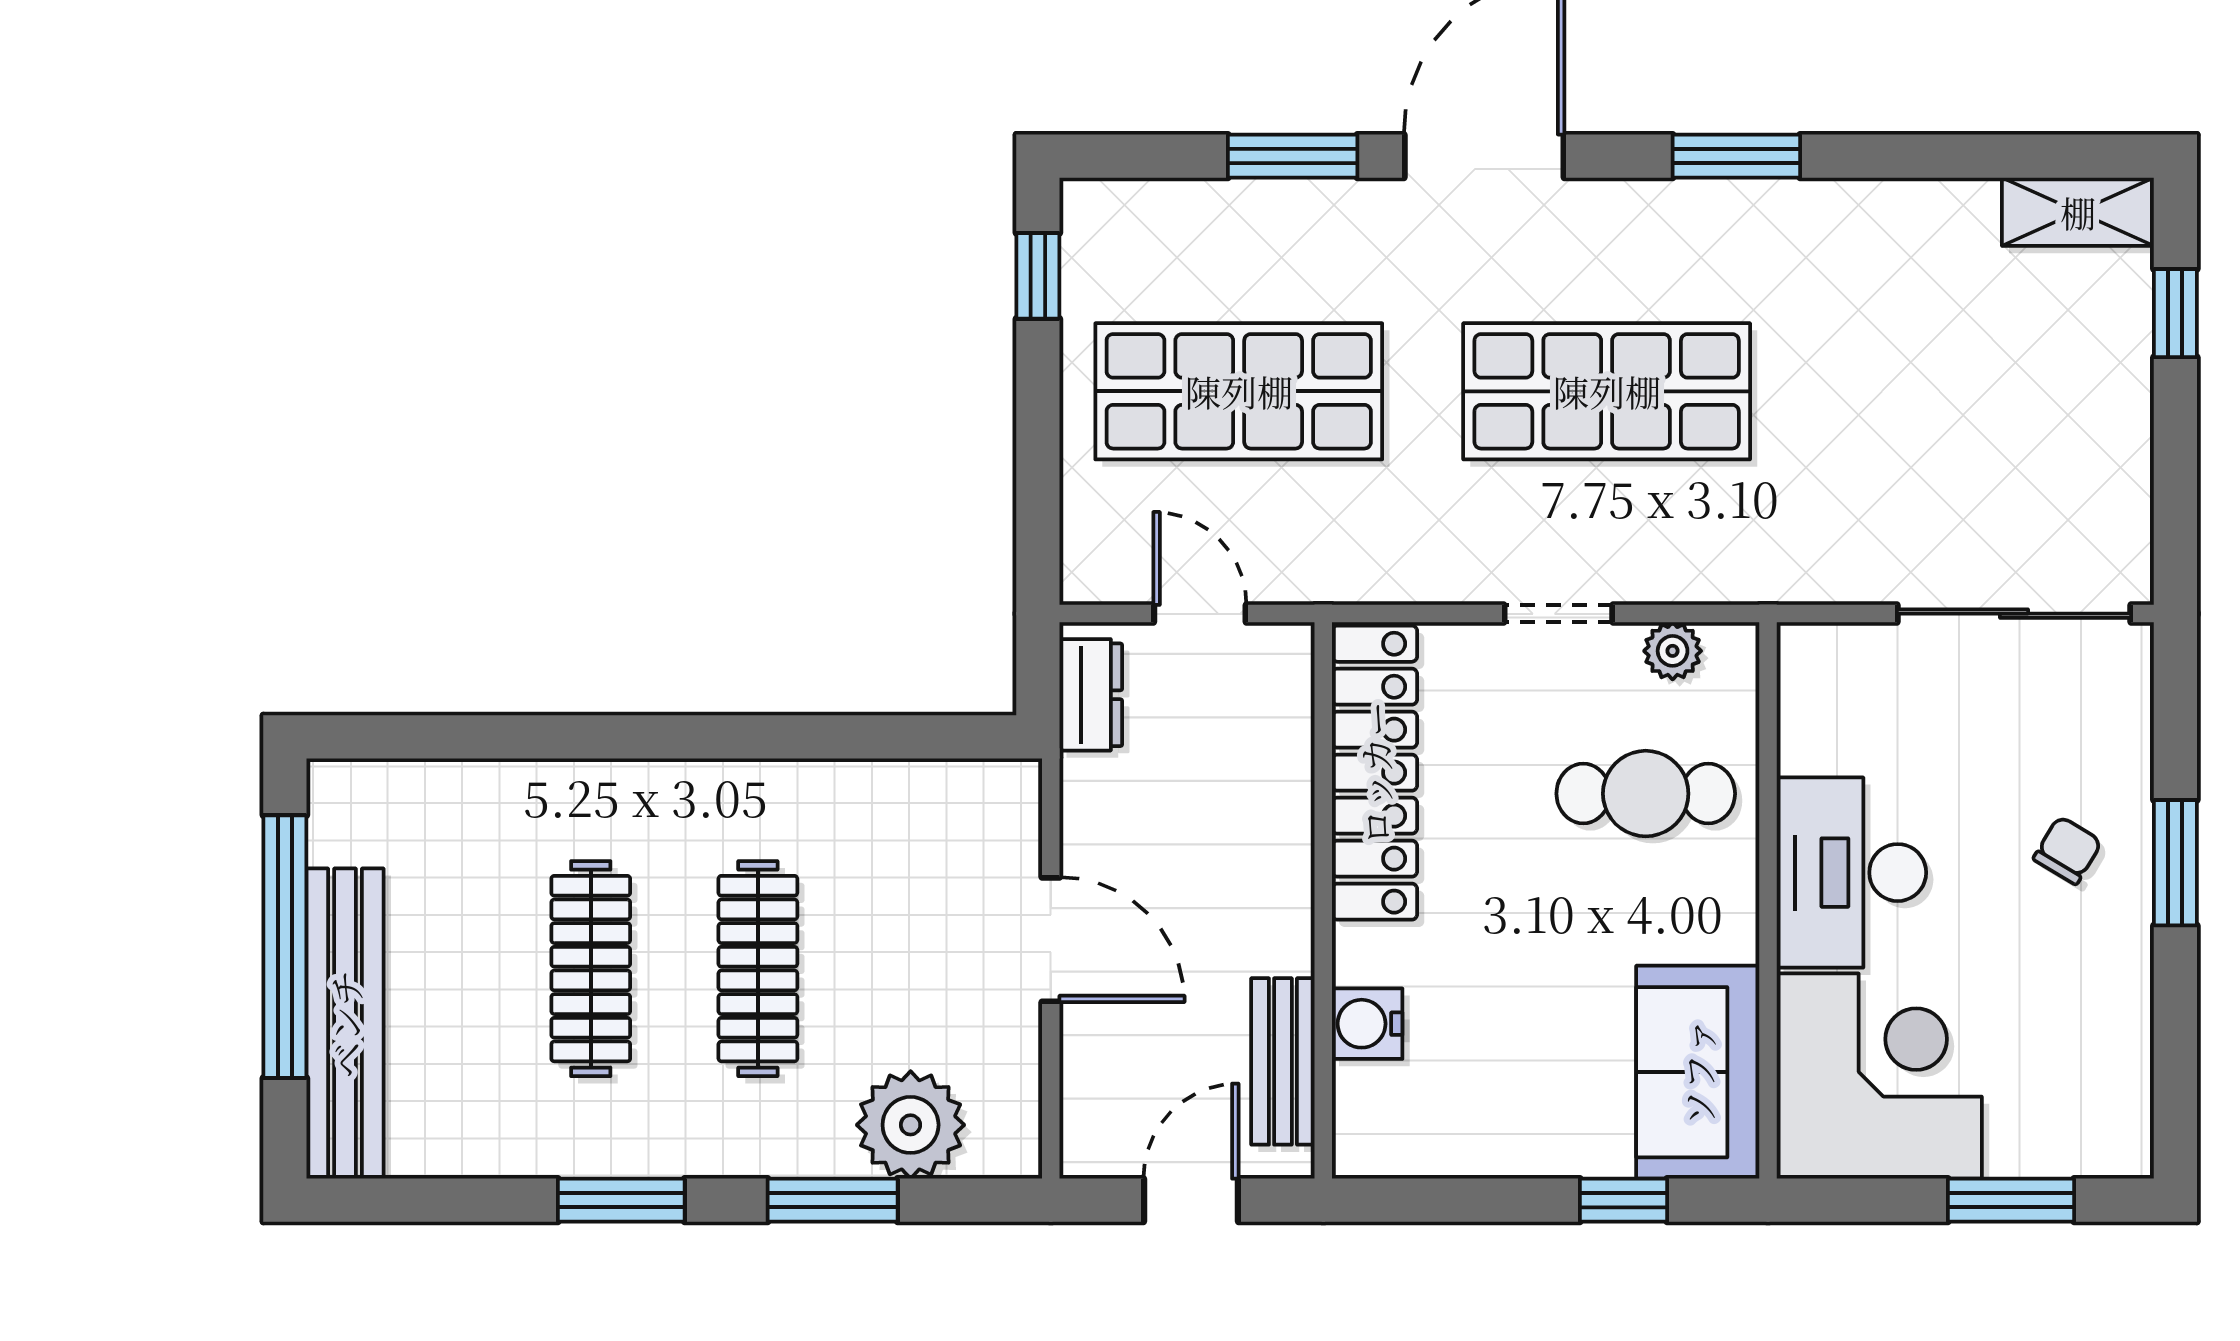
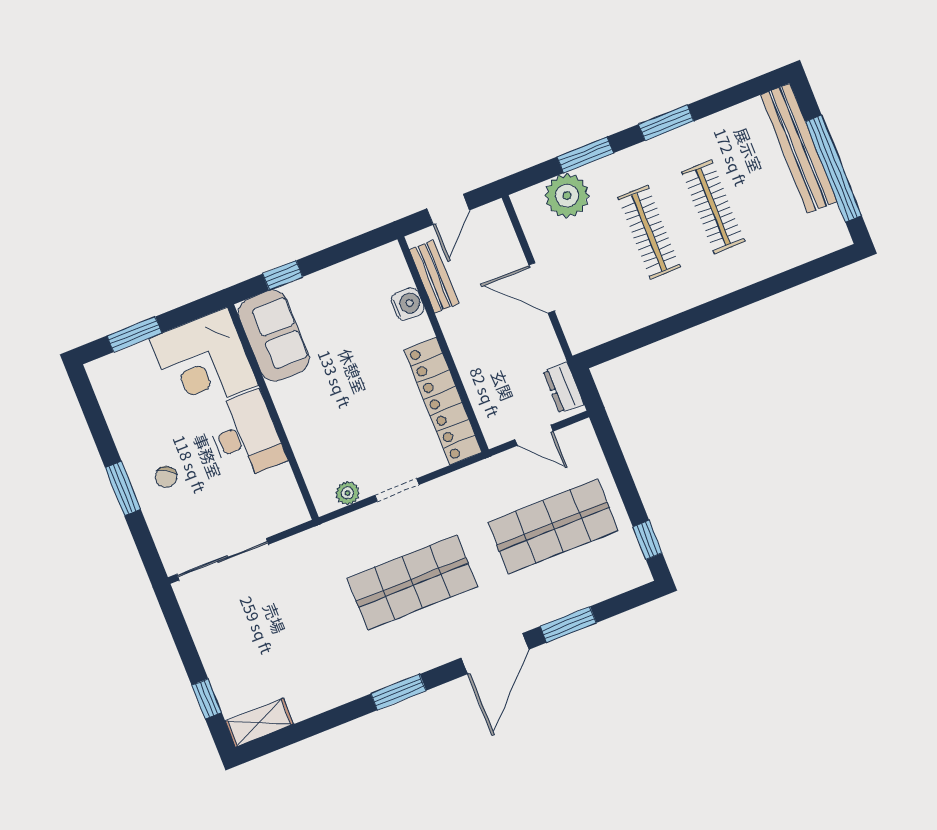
cafe table: (1646, 794) -> (336, 434), removed

